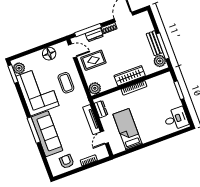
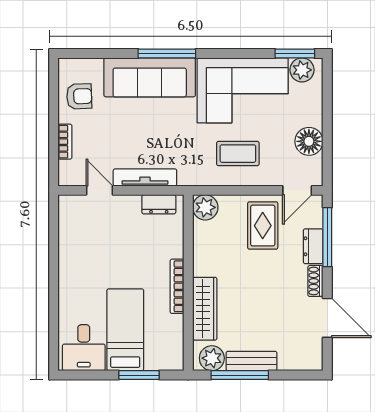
wardrobe: (130, 76) -> (205, 309), moved
bed: (128, 129) -> (125, 330), moved, turned -90

